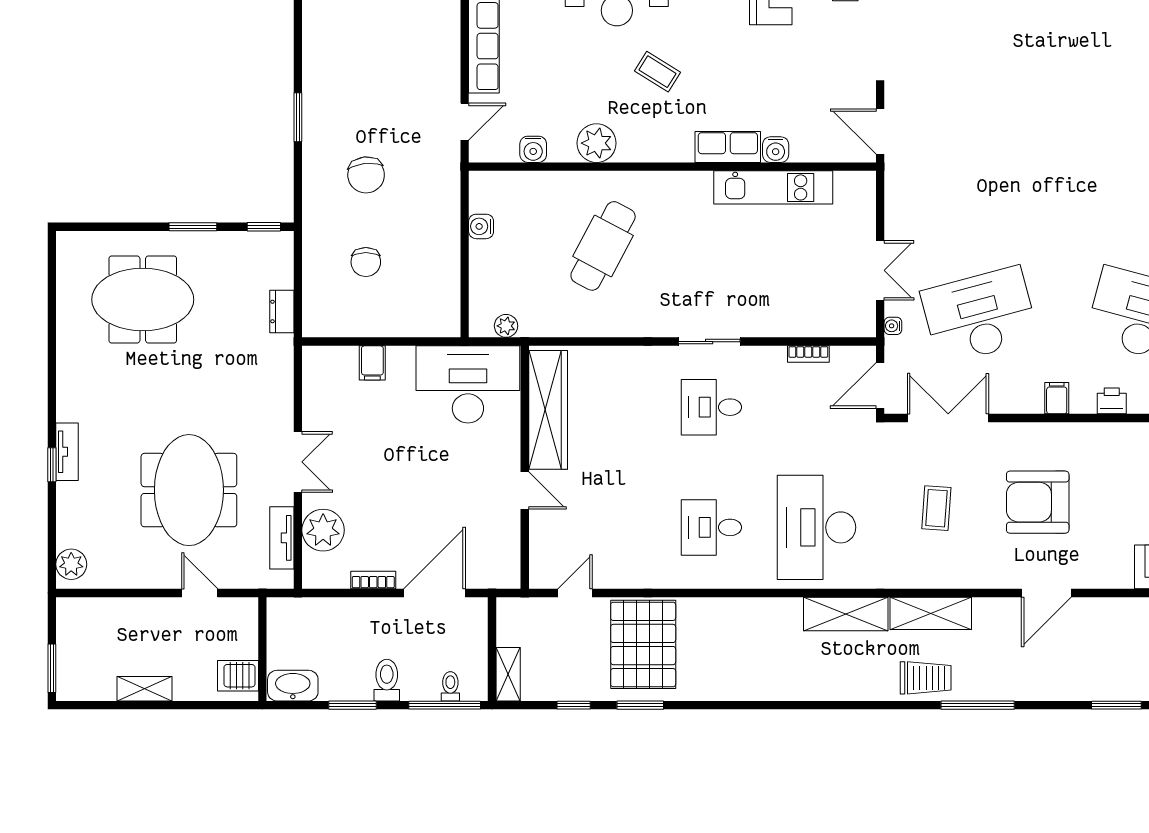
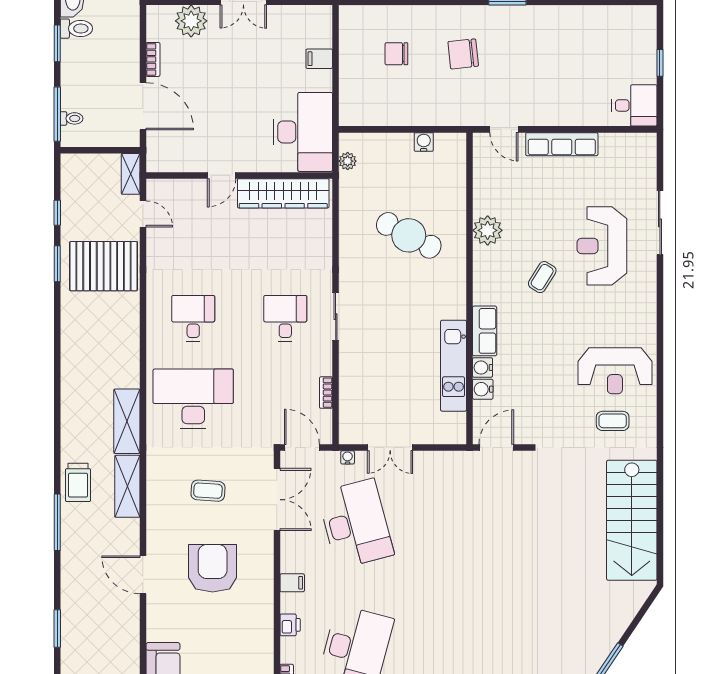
water cooler: (533, 149) -> (483, 389), moved
shelving: (508, 674) -> (131, 174), moved, turned 90
toilet: (387, 680) -> (76, 29), moved

